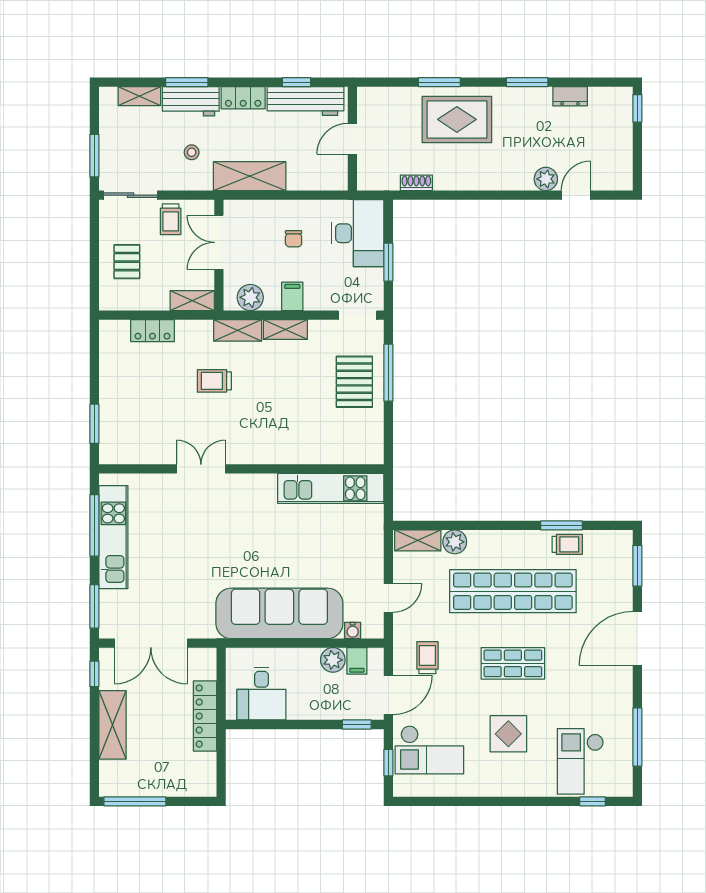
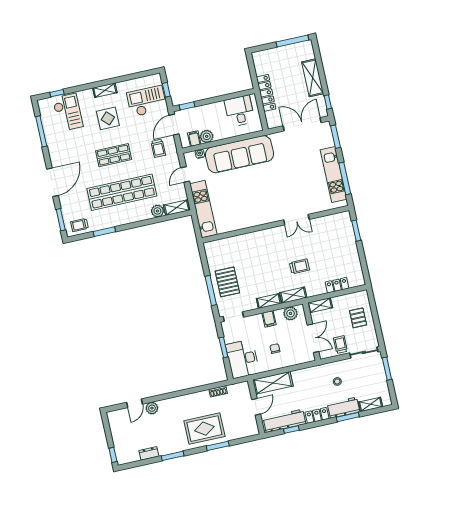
shelving: (250, 176) -> (273, 383), moved
kitchen unit: (331, 488) -> (203, 209), moved, turned 90
trolley: (567, 544) -> (79, 225), moved
shelving: (503, 787) -> (105, 90), added

